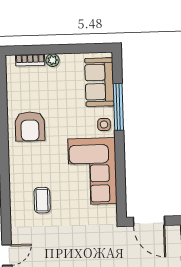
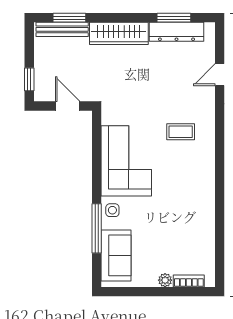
armchair: (30, 126) -> (191, 211), removed
coffee table: (42, 200) -> (181, 132), turned 90
door: (149, 221) -> (68, 106), width x0.73

